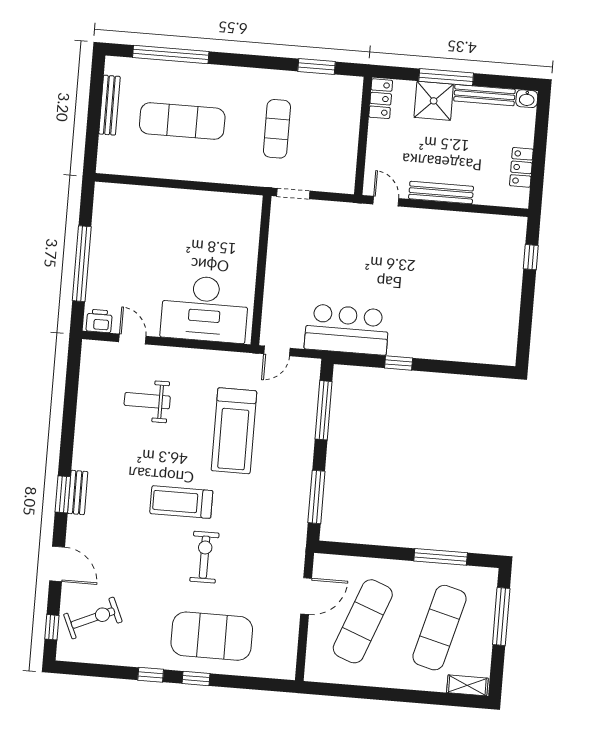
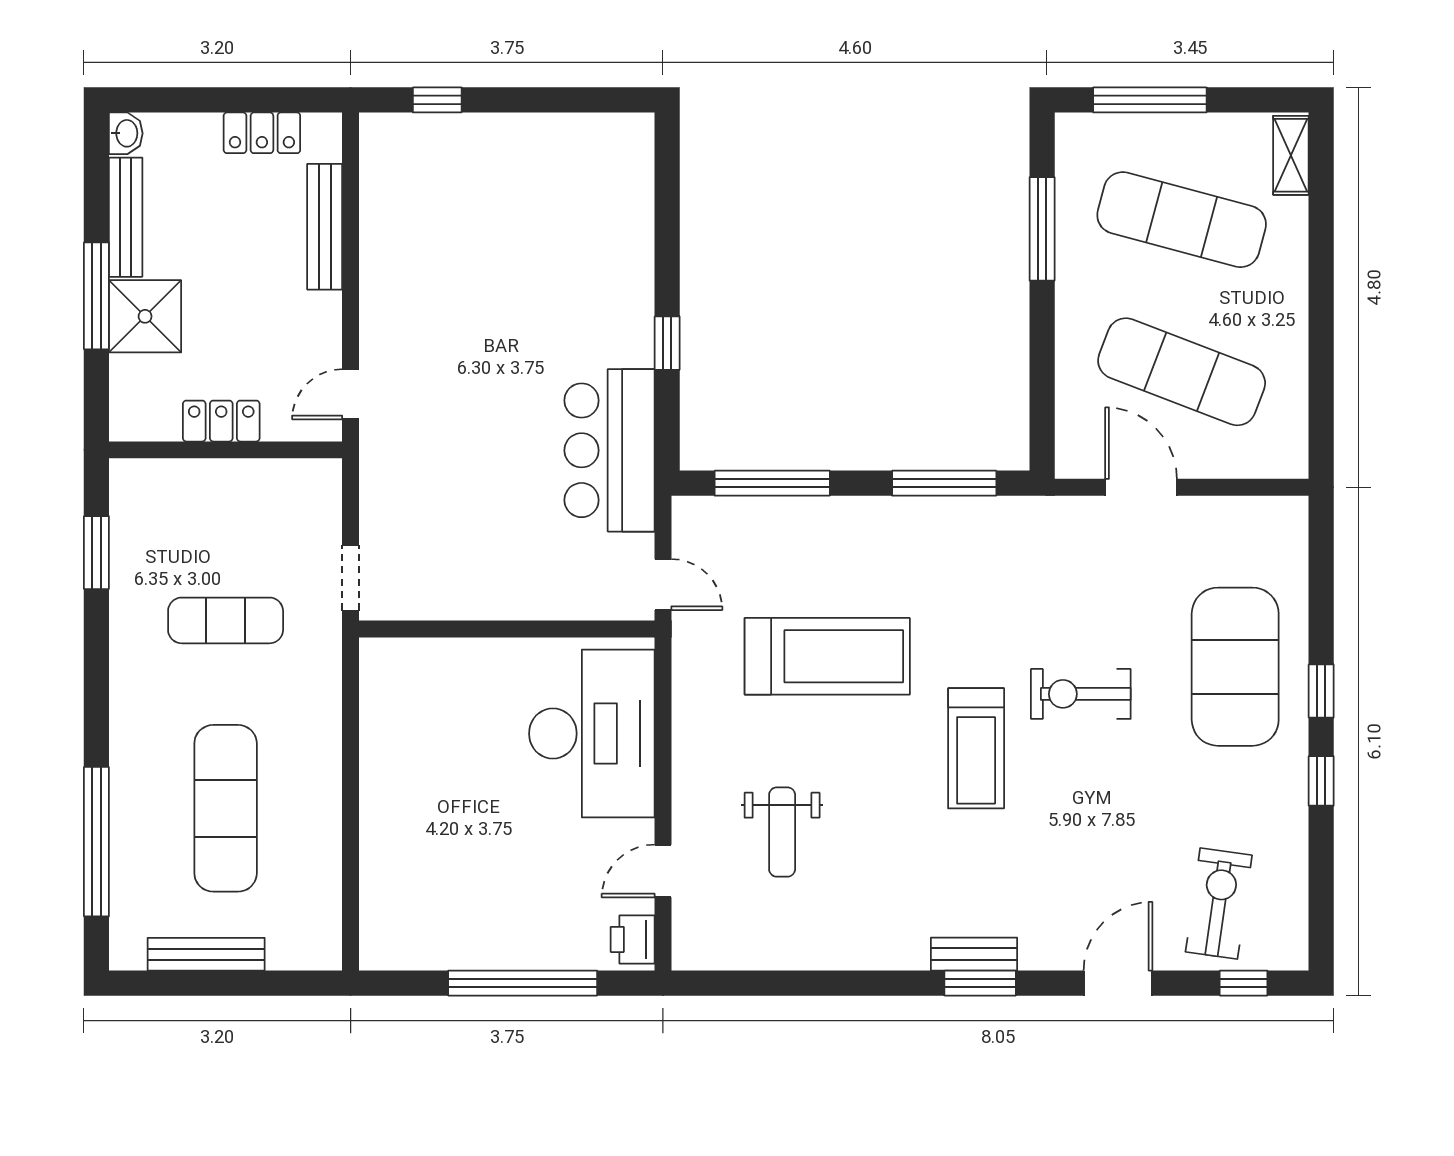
locker: (381, 99) -> (221, 421), moved
bench: (441, 193) -> (325, 227), moved
exercise bike: (93, 618) -> (1219, 904), turned 32

